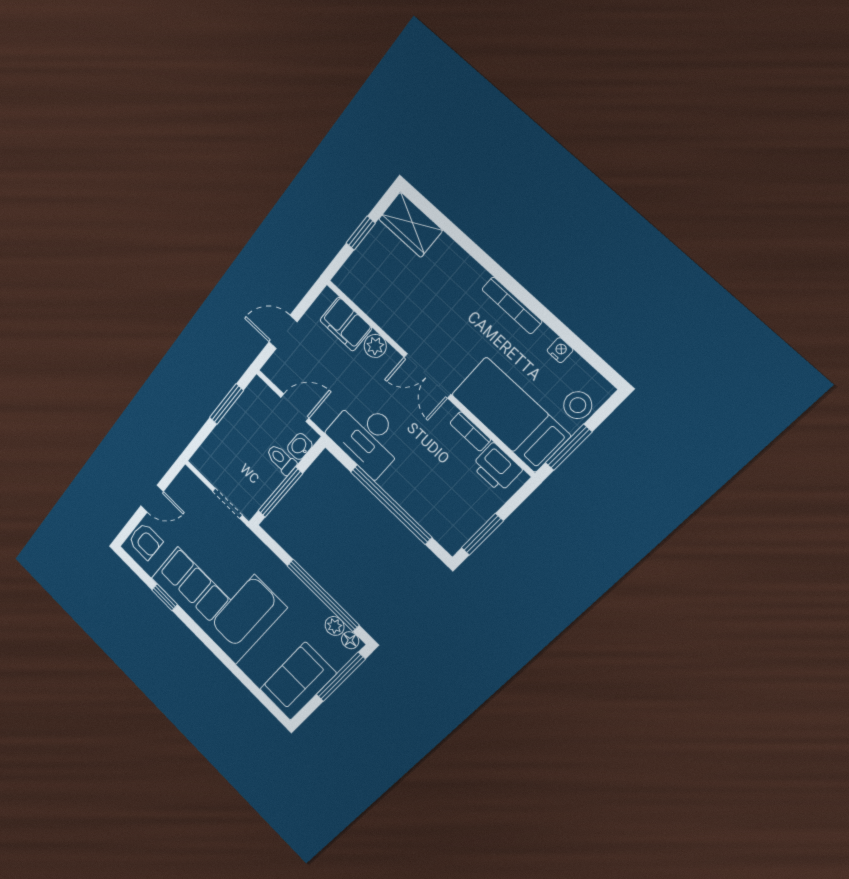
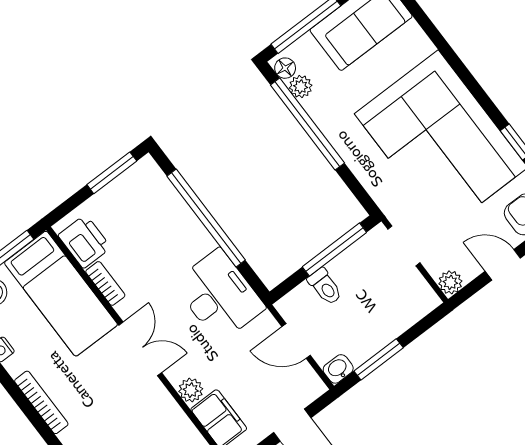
washbasin: (300, 447) -> (338, 369), moved, turned 180
plant: (187, 478) -> (450, 282), added

